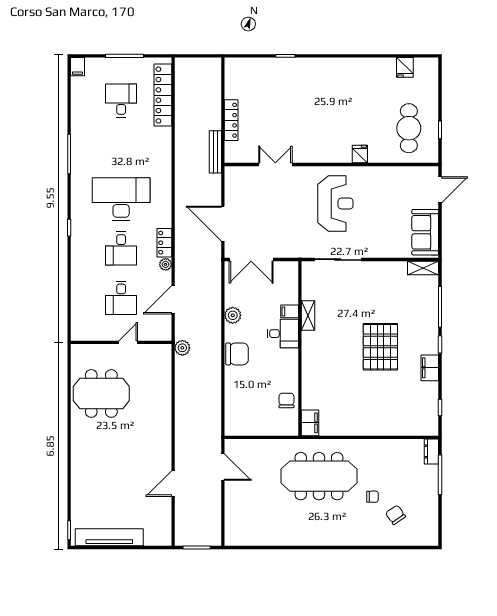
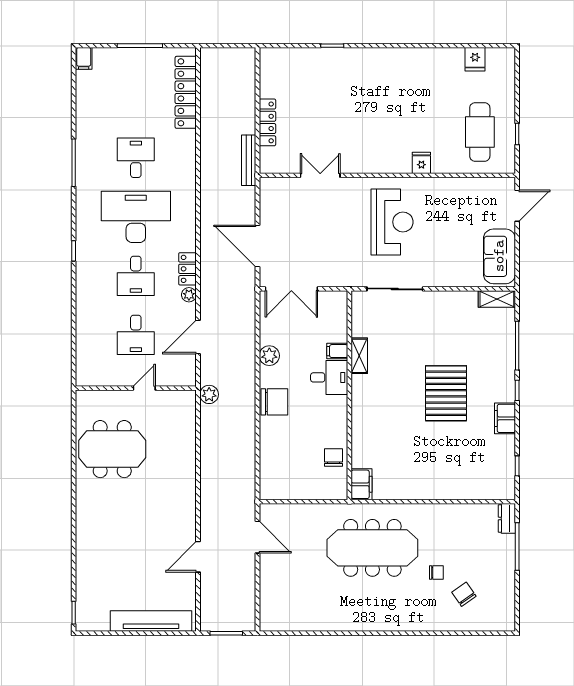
desk: (121, 100) -> (136, 158), moved
tv unit: (109, 537) -> (151, 621), moved

